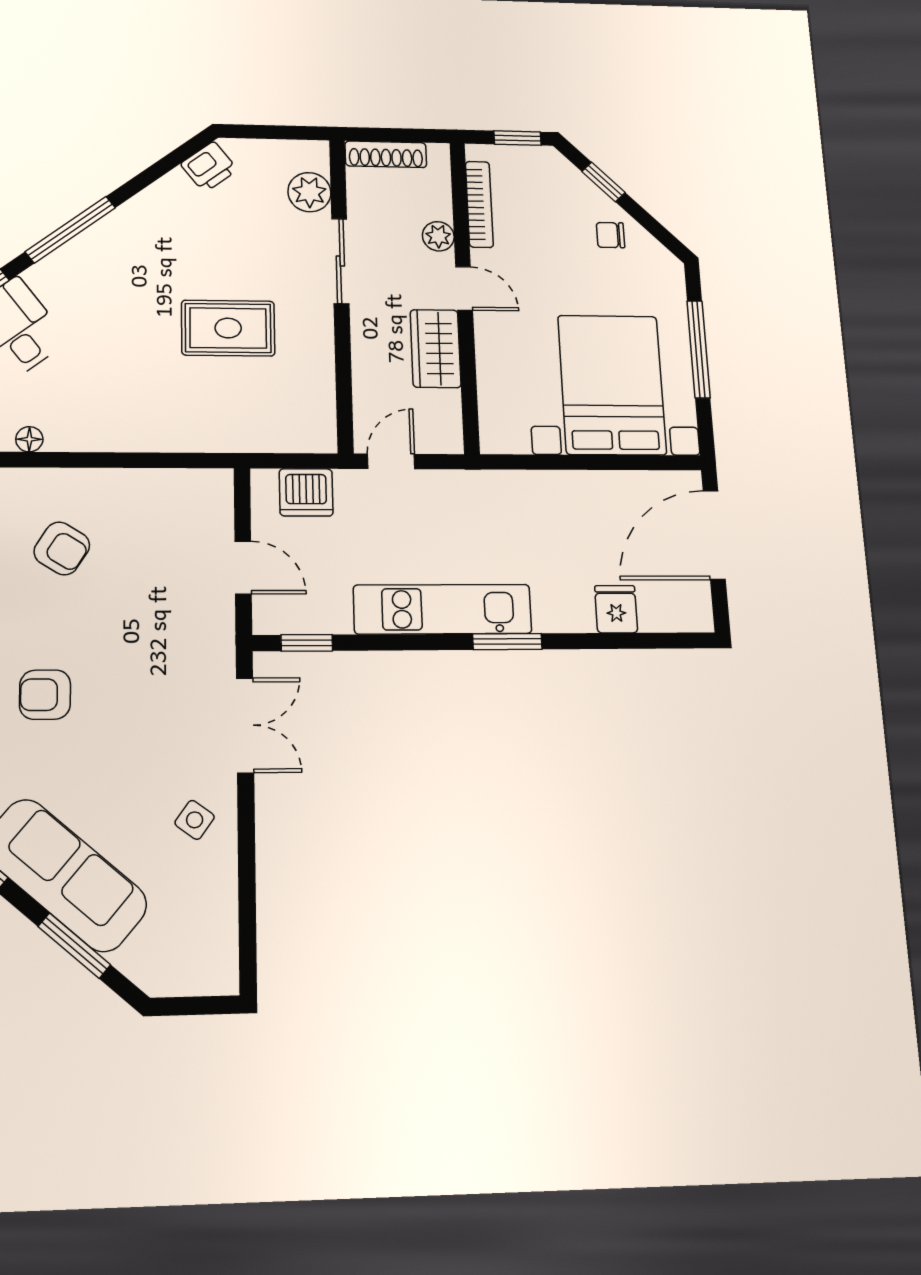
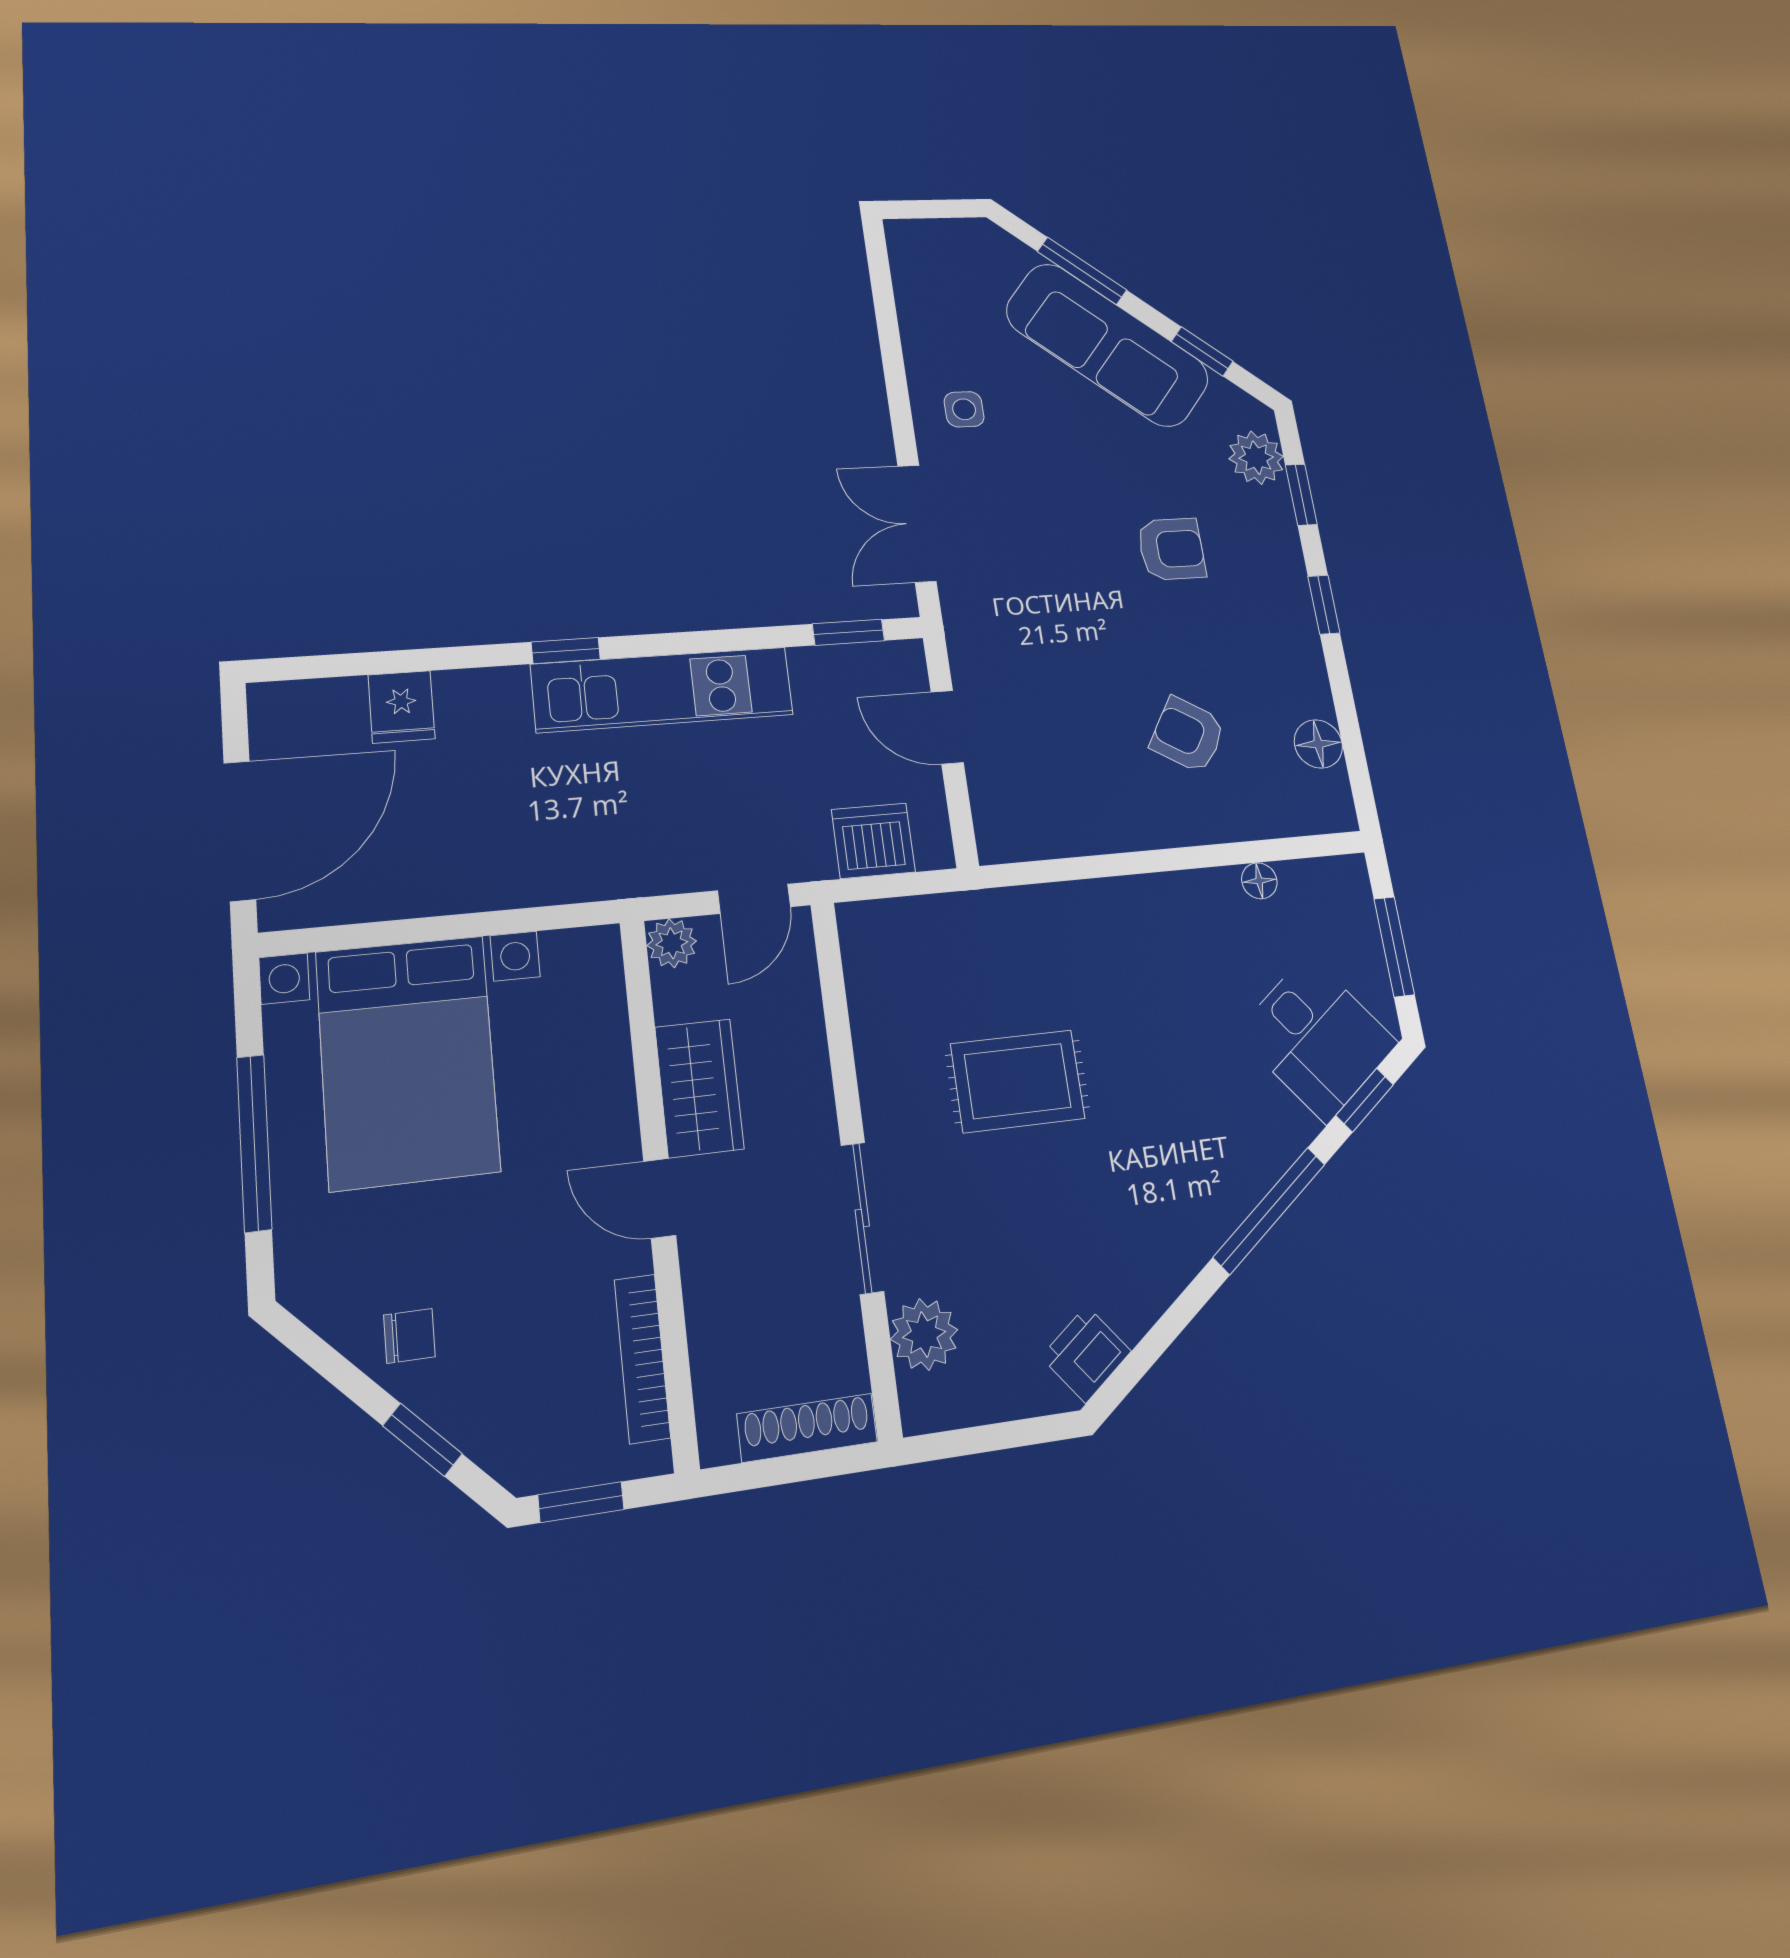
plant: (438, 236) -> (672, 943), moved
window: (507, 642) -> (566, 651), width x0.67
side table: (195, 820) -> (964, 409), turned -36

